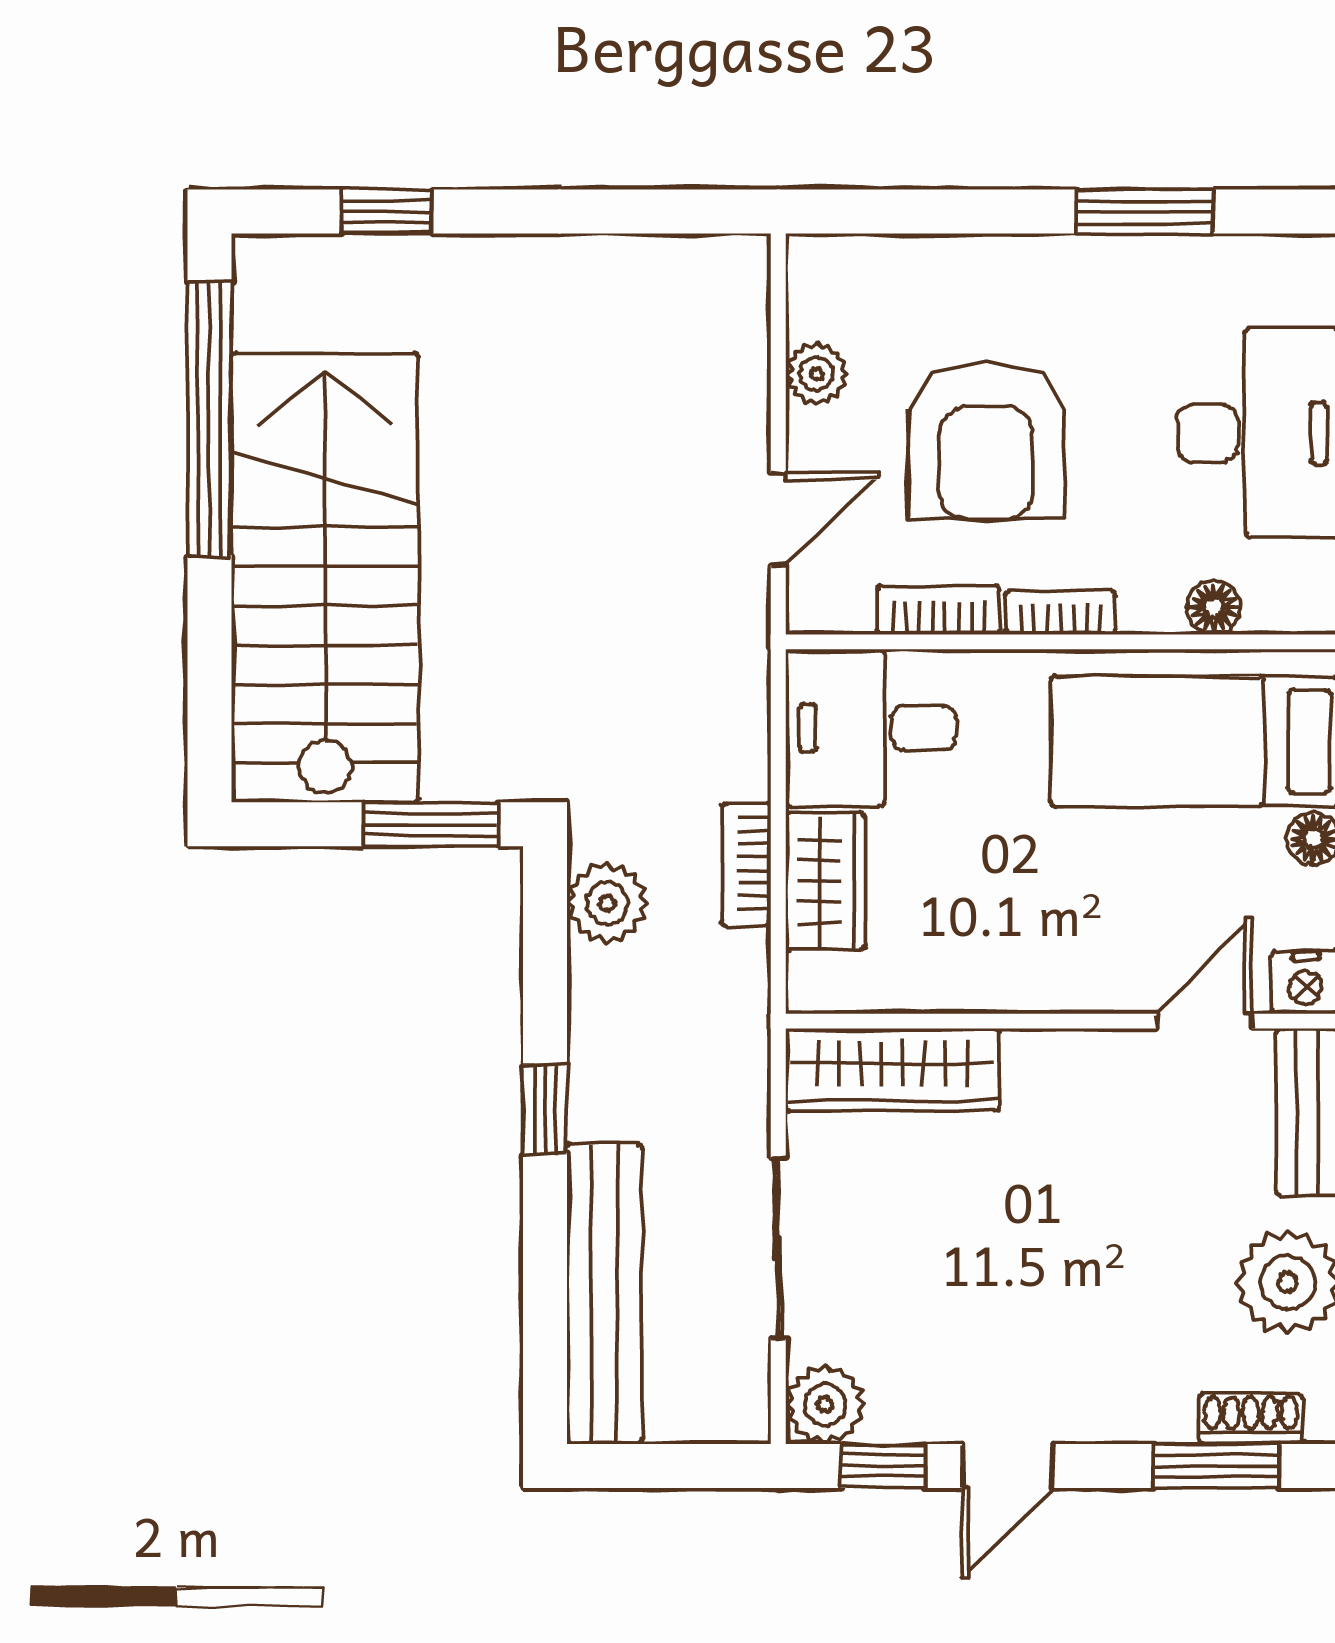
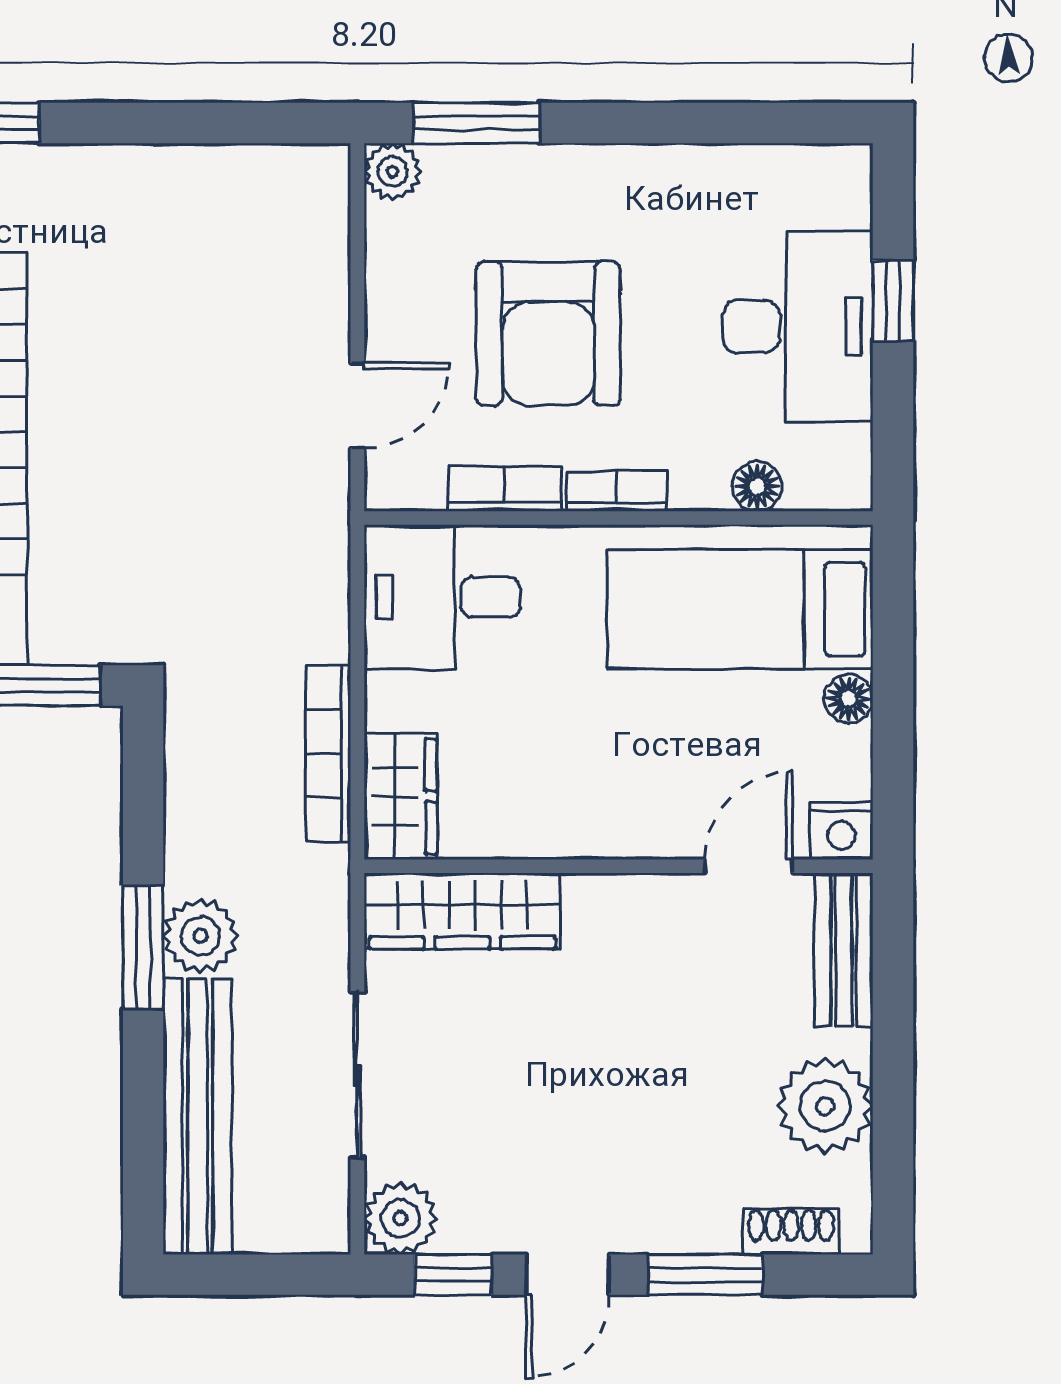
window: (1145, 212) -> (477, 123), moved
plant: (817, 374) -> (392, 171), moved
bookcase: (746, 864) -> (328, 754), width x1.56
wardrobe: (825, 881) -> (401, 797), moved
plant: (607, 903) -> (200, 936), moved
window: (545, 1110) -> (143, 948), width x1.50
window: (1217, 1466) -> (705, 1275), moved

